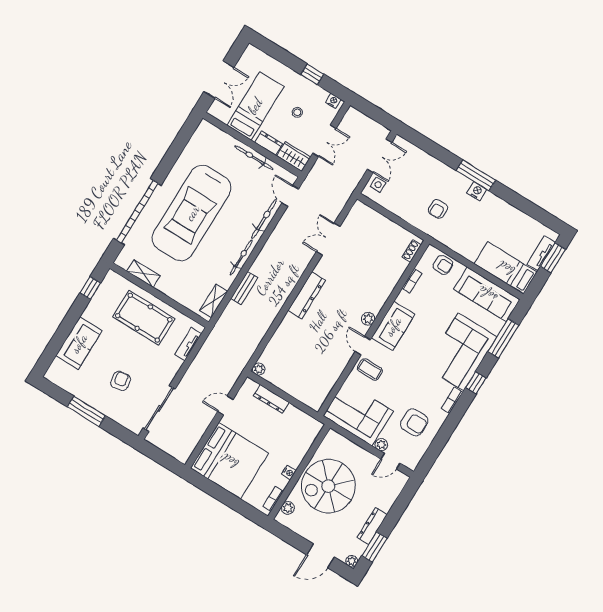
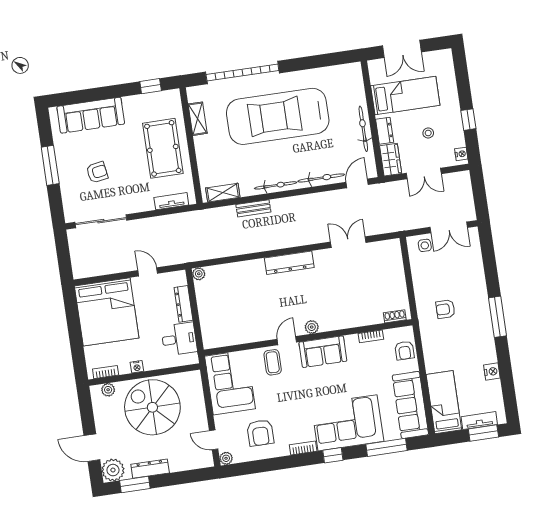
nightstand: (477, 191) -> (492, 371), moved
sofa: (79, 343) -> (91, 115), width x1.36
desk: (294, 424) -> (179, 339), added
plant: (381, 445) -> (226, 458), moved
plant: (352, 561) -> (113, 470), width x1.87, depth x1.87

